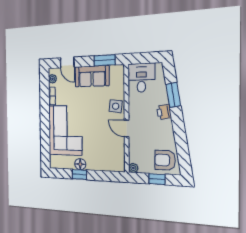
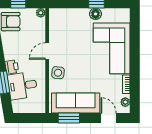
sofa: (92, 76) -> (76, 103), width x1.36
desk: (141, 78) -> (23, 86), moved, turned 81
door: (127, 128) -> (47, 51), swing flipped

